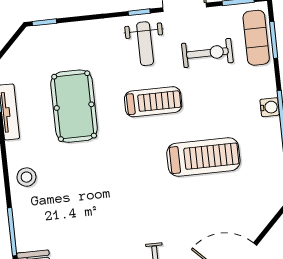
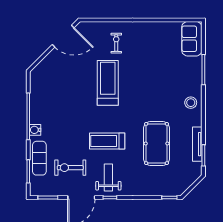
exercise mat: (256, 38) -> (39, 158), moved
treadmill: (203, 157) -> (108, 83), moved, turned 90

